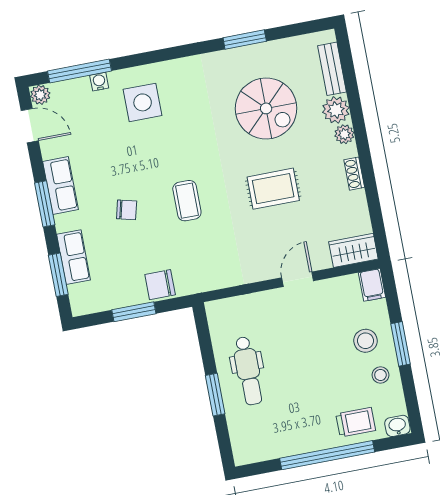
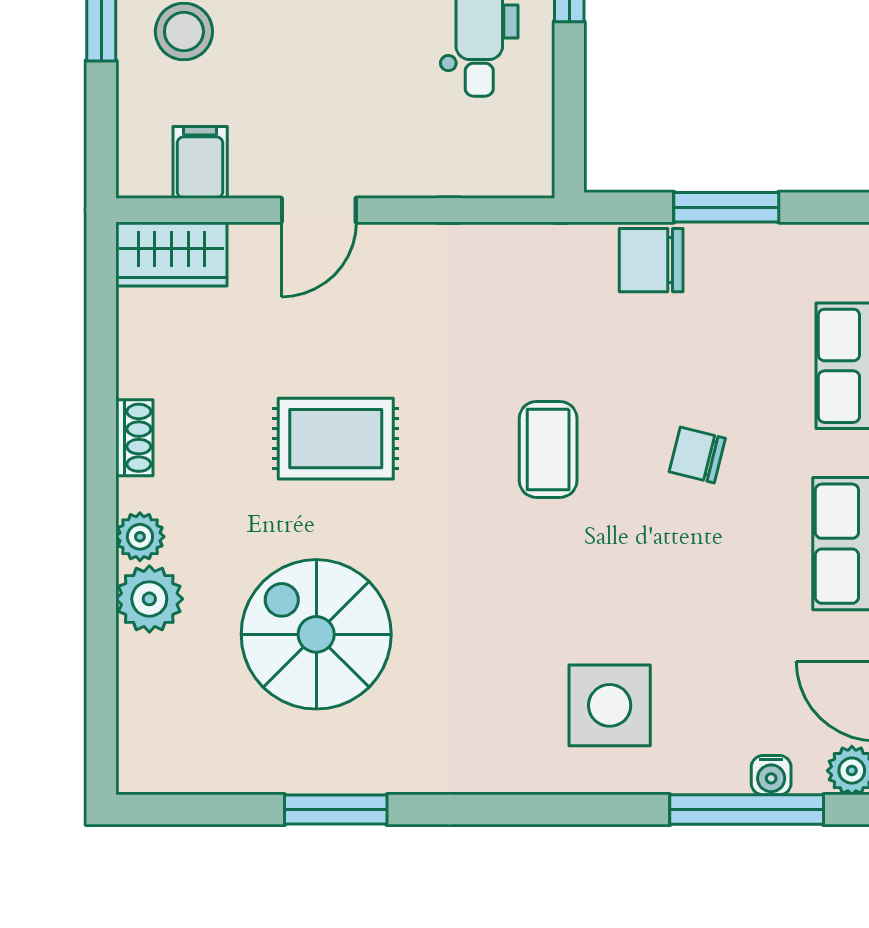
bench: (332, 69) -> (140, 699), removed
water cooler: (99, 82) -> (771, 775), moved
chair: (160, 285) -> (651, 260), turned 180
filing cabinet: (372, 285) -> (200, 162), moved

